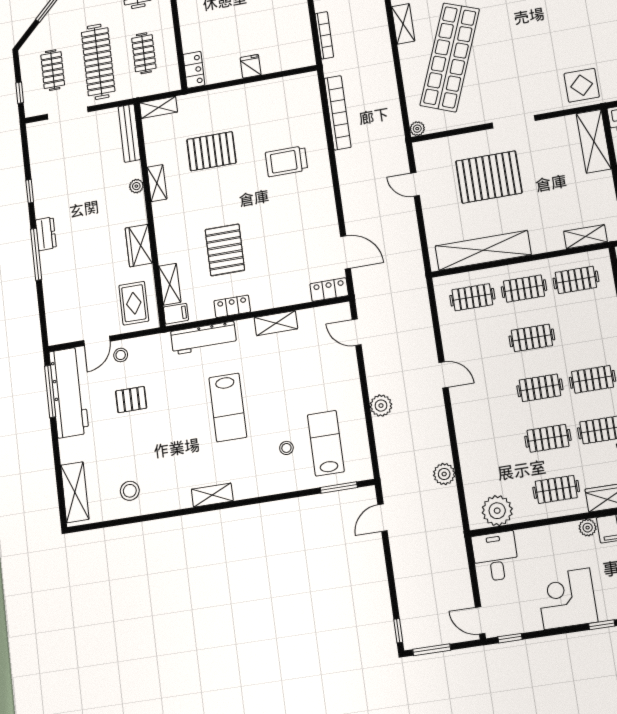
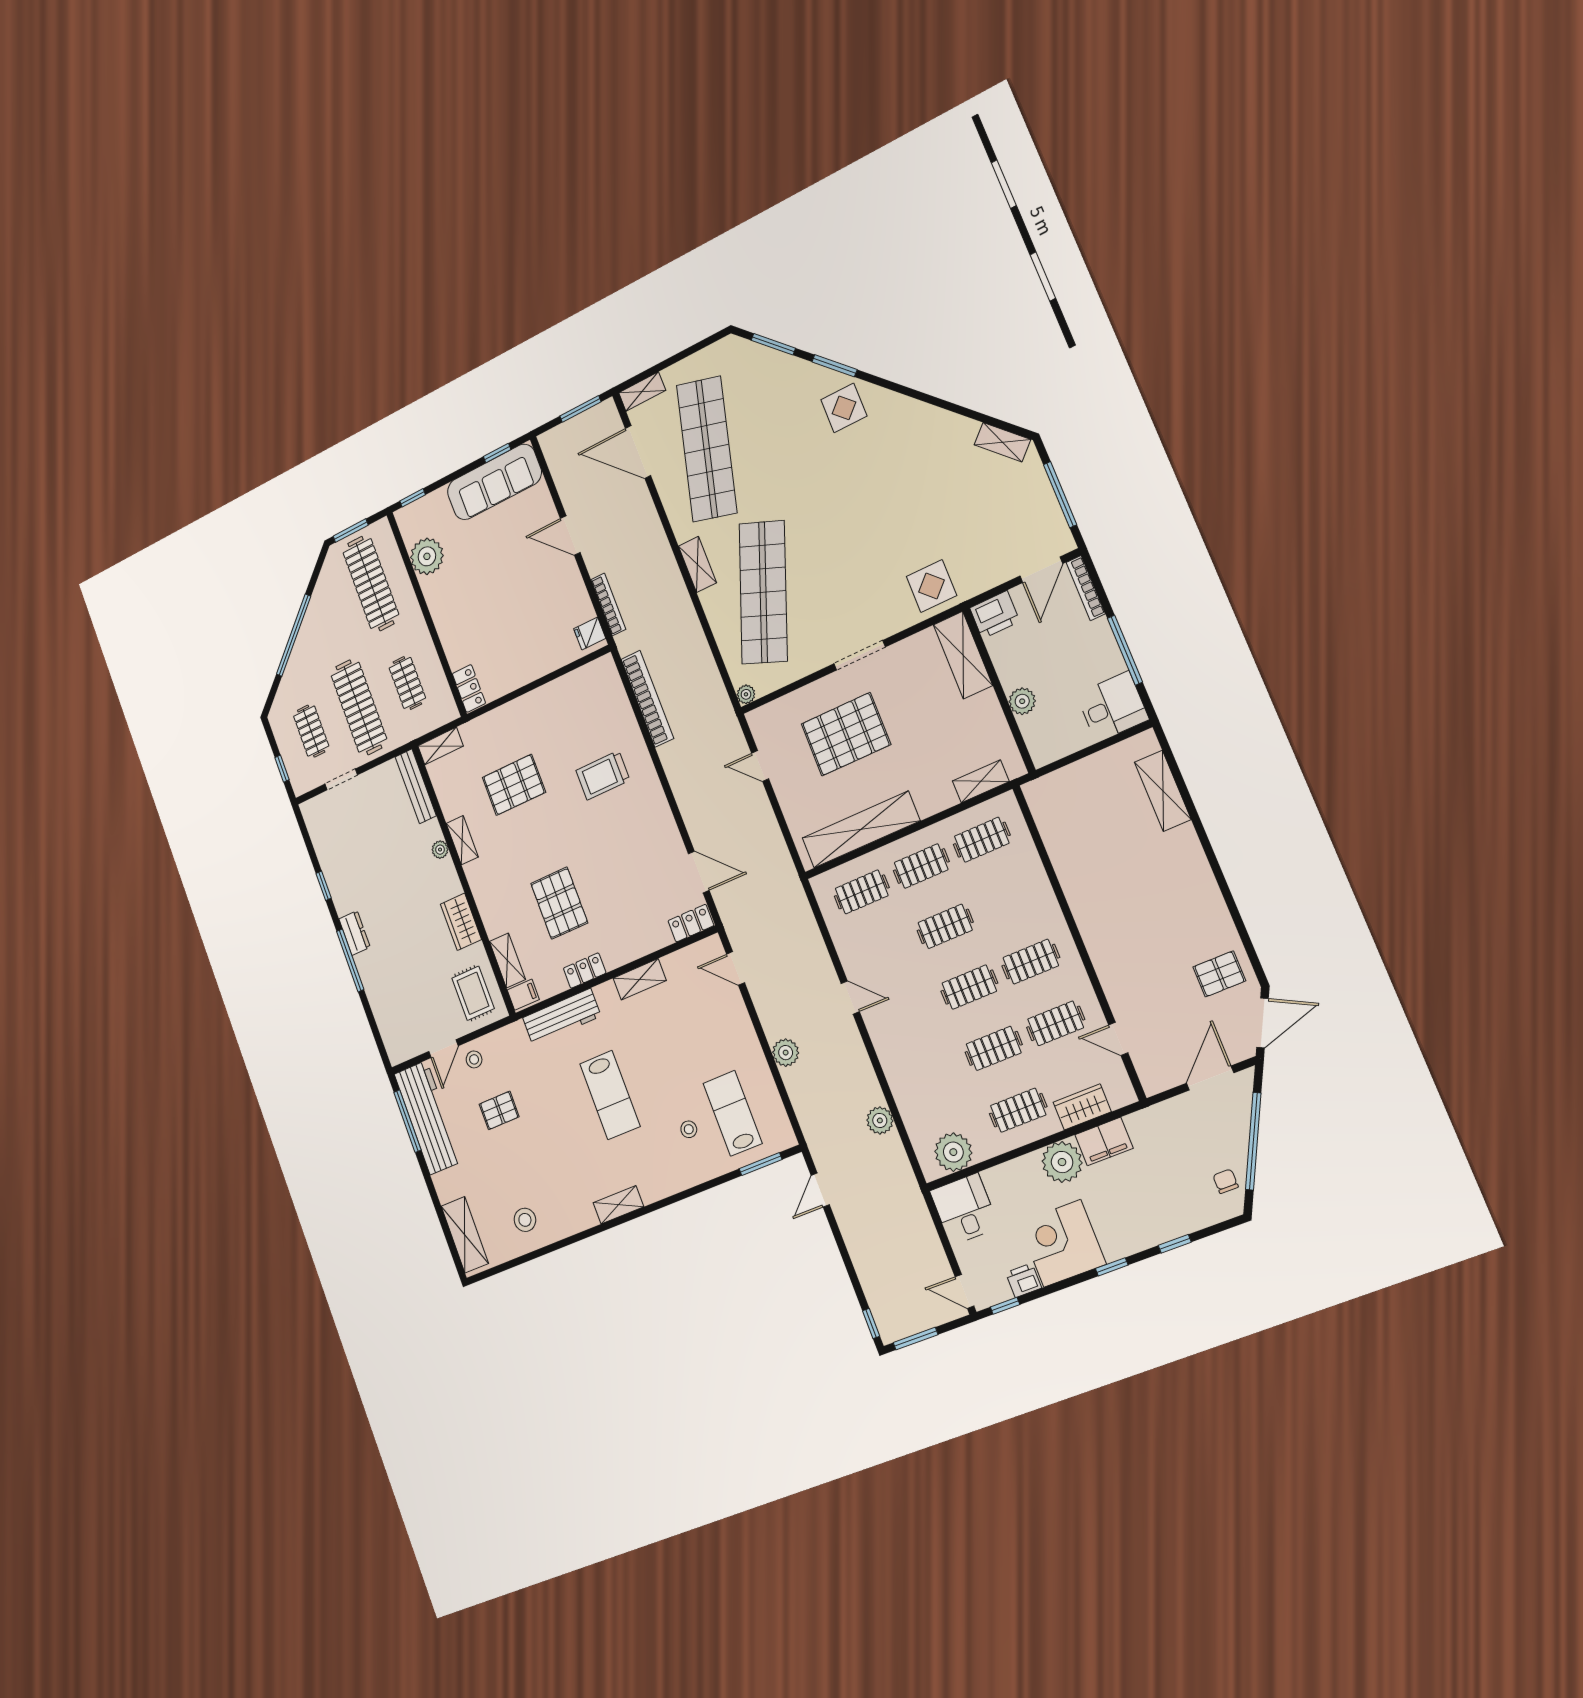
fridge: (251, 66) -> (590, 634), moved, turned -90
doorway: (68, 113) -> (341, 779), width x0.73
plant: (588, 528) -> (1062, 1162), width x1.88, depth x1.88
printer: (530, 621) -> (1024, 1280), added

